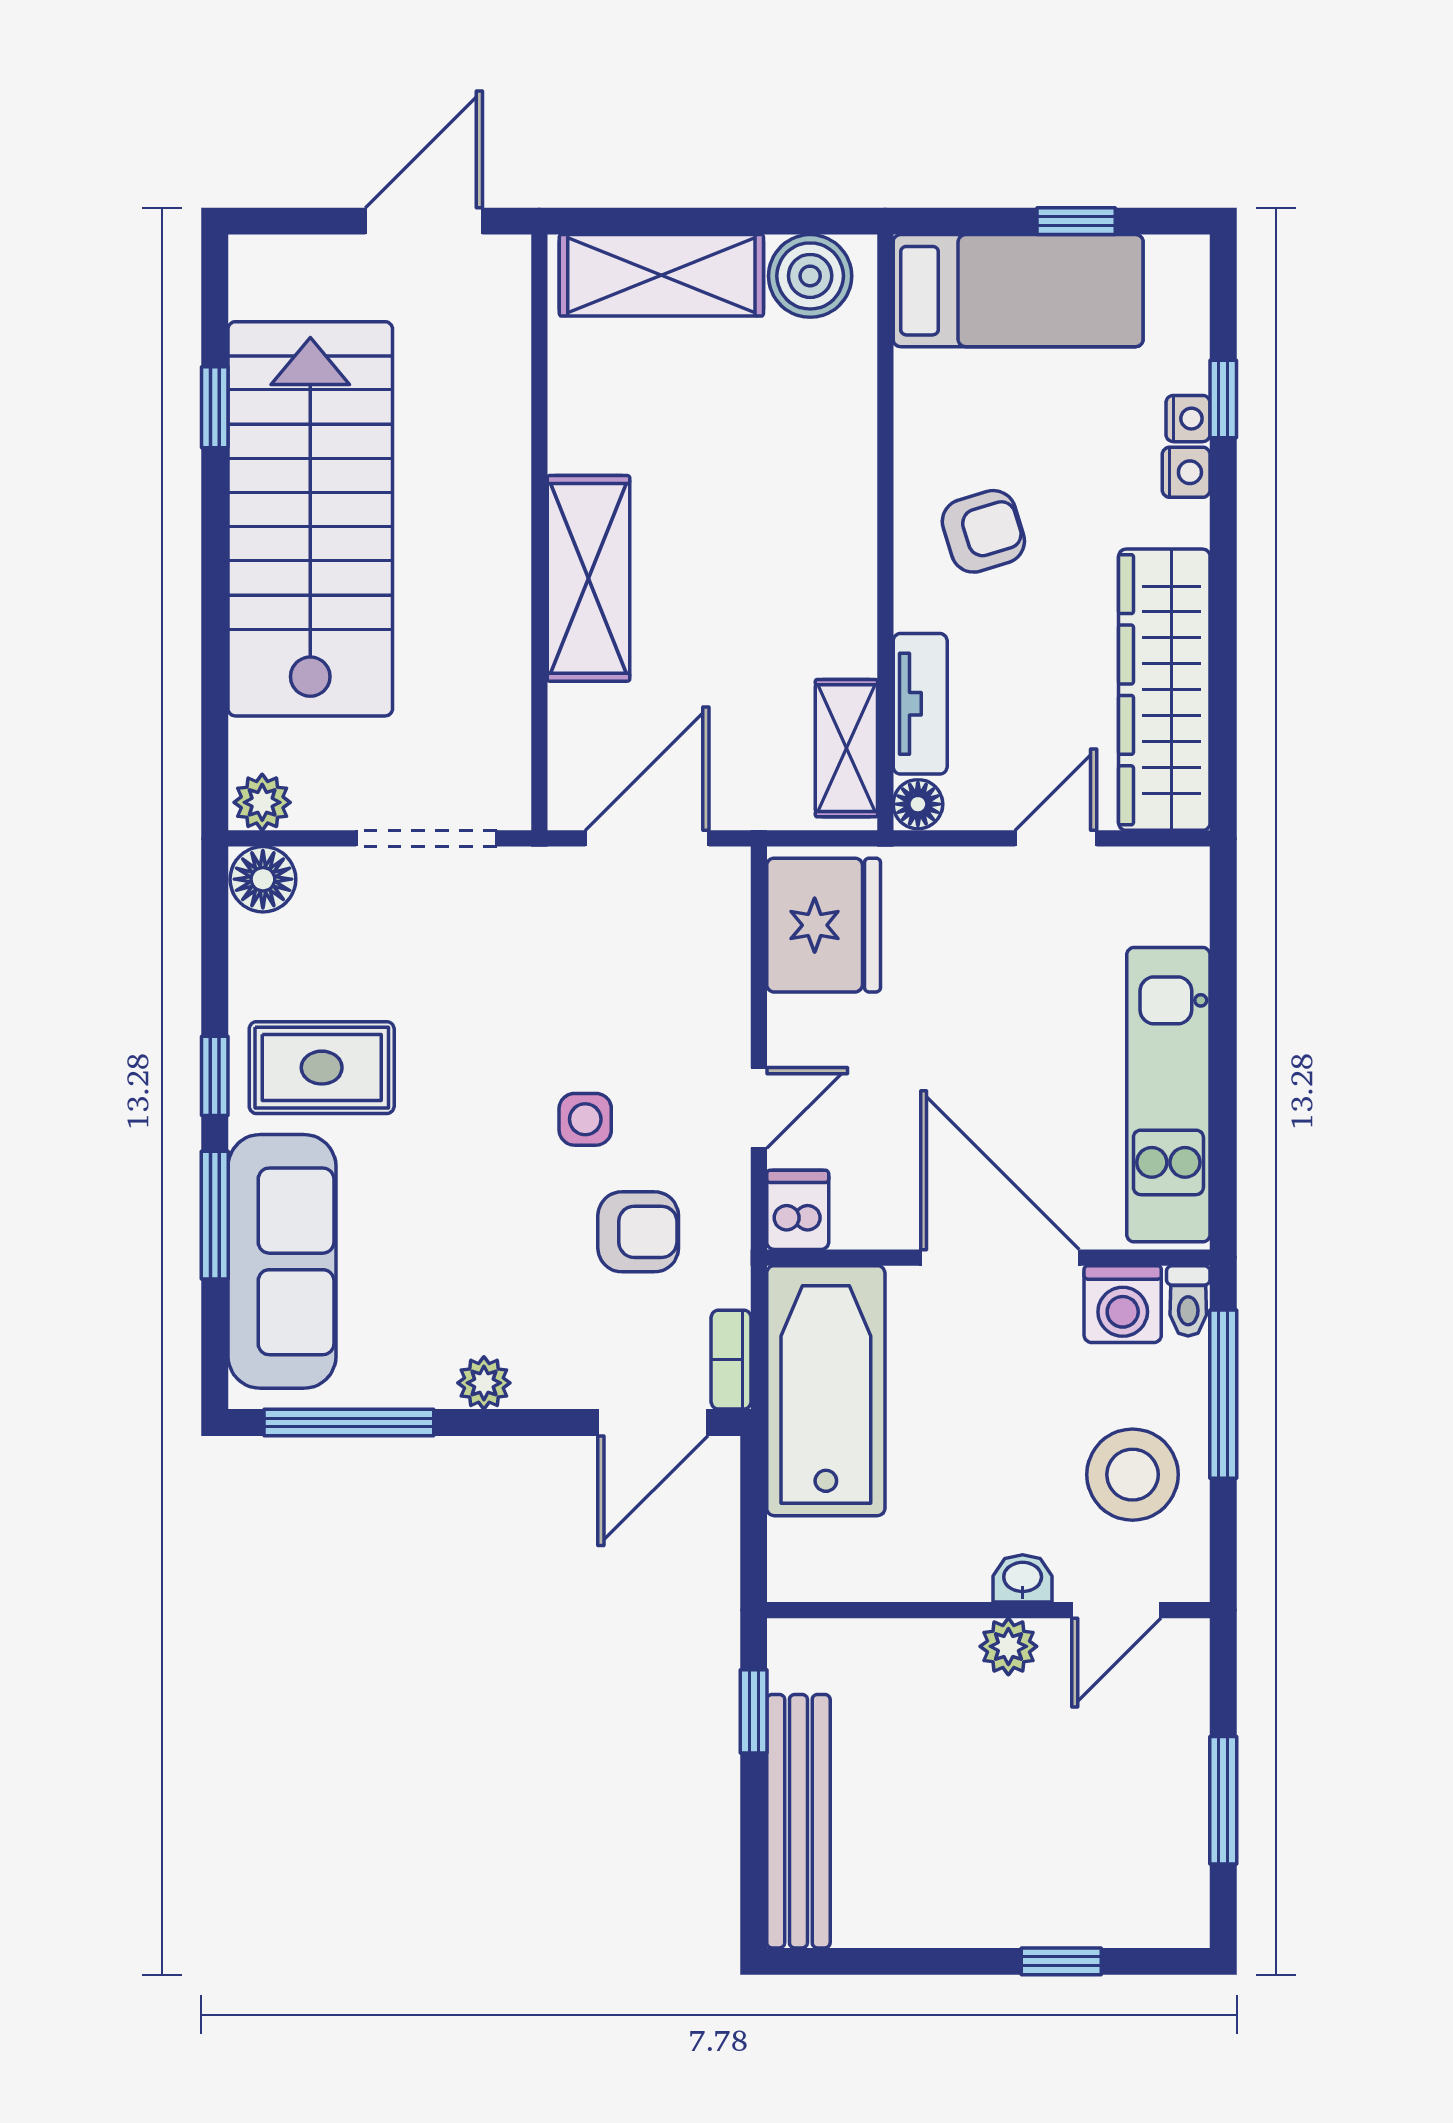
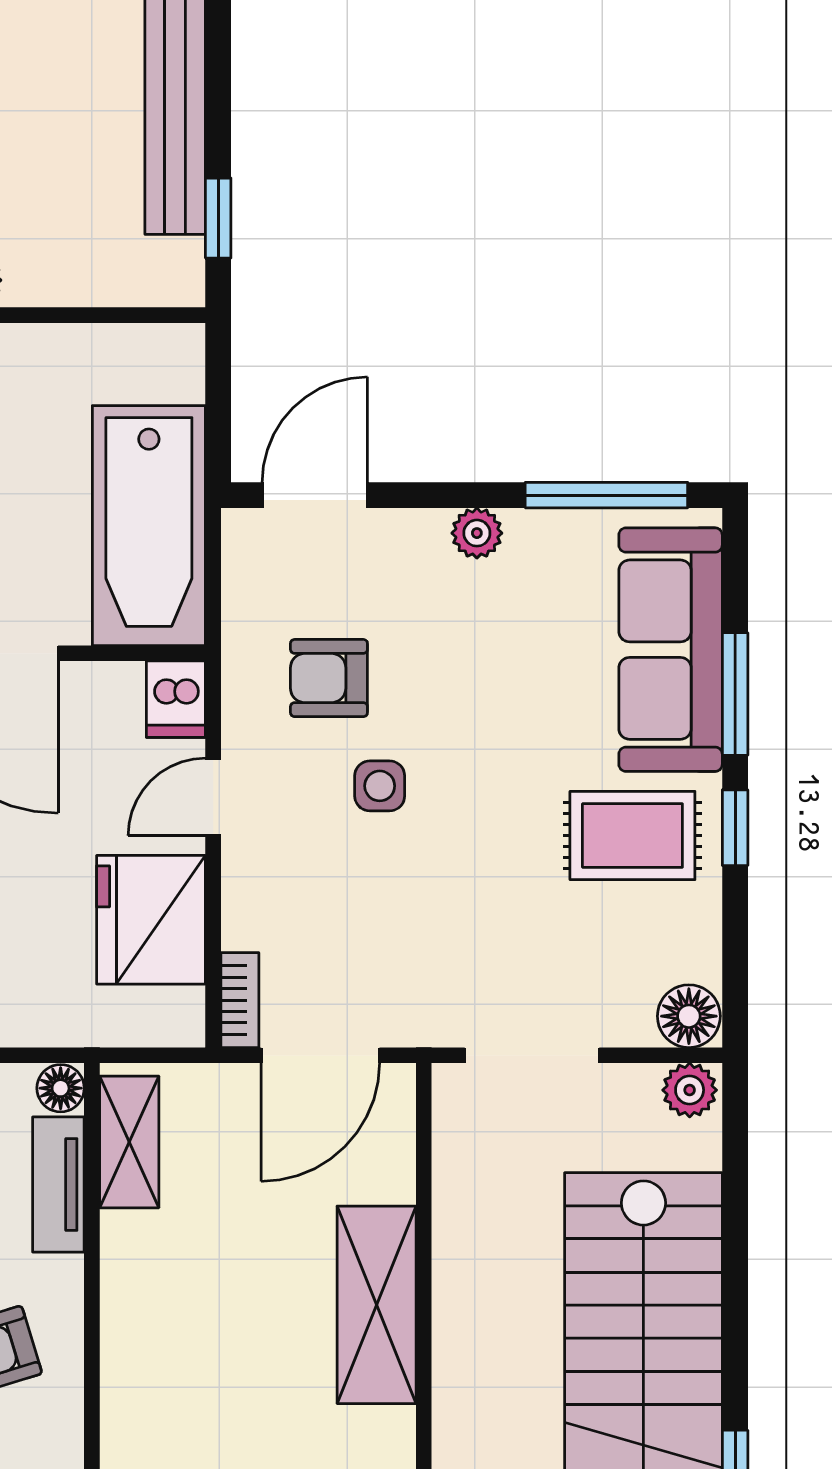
fridge: (824, 925) -> (151, 920), moved
bookcase: (731, 1360) -> (240, 1000), moved

